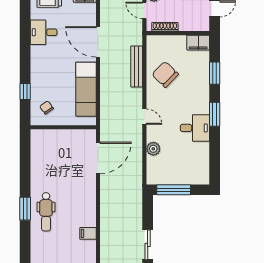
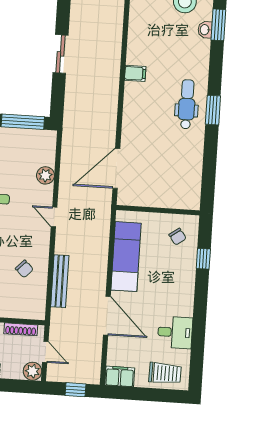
chair: (165, 74) -> (24, 269), width x0.54, depth x0.54

